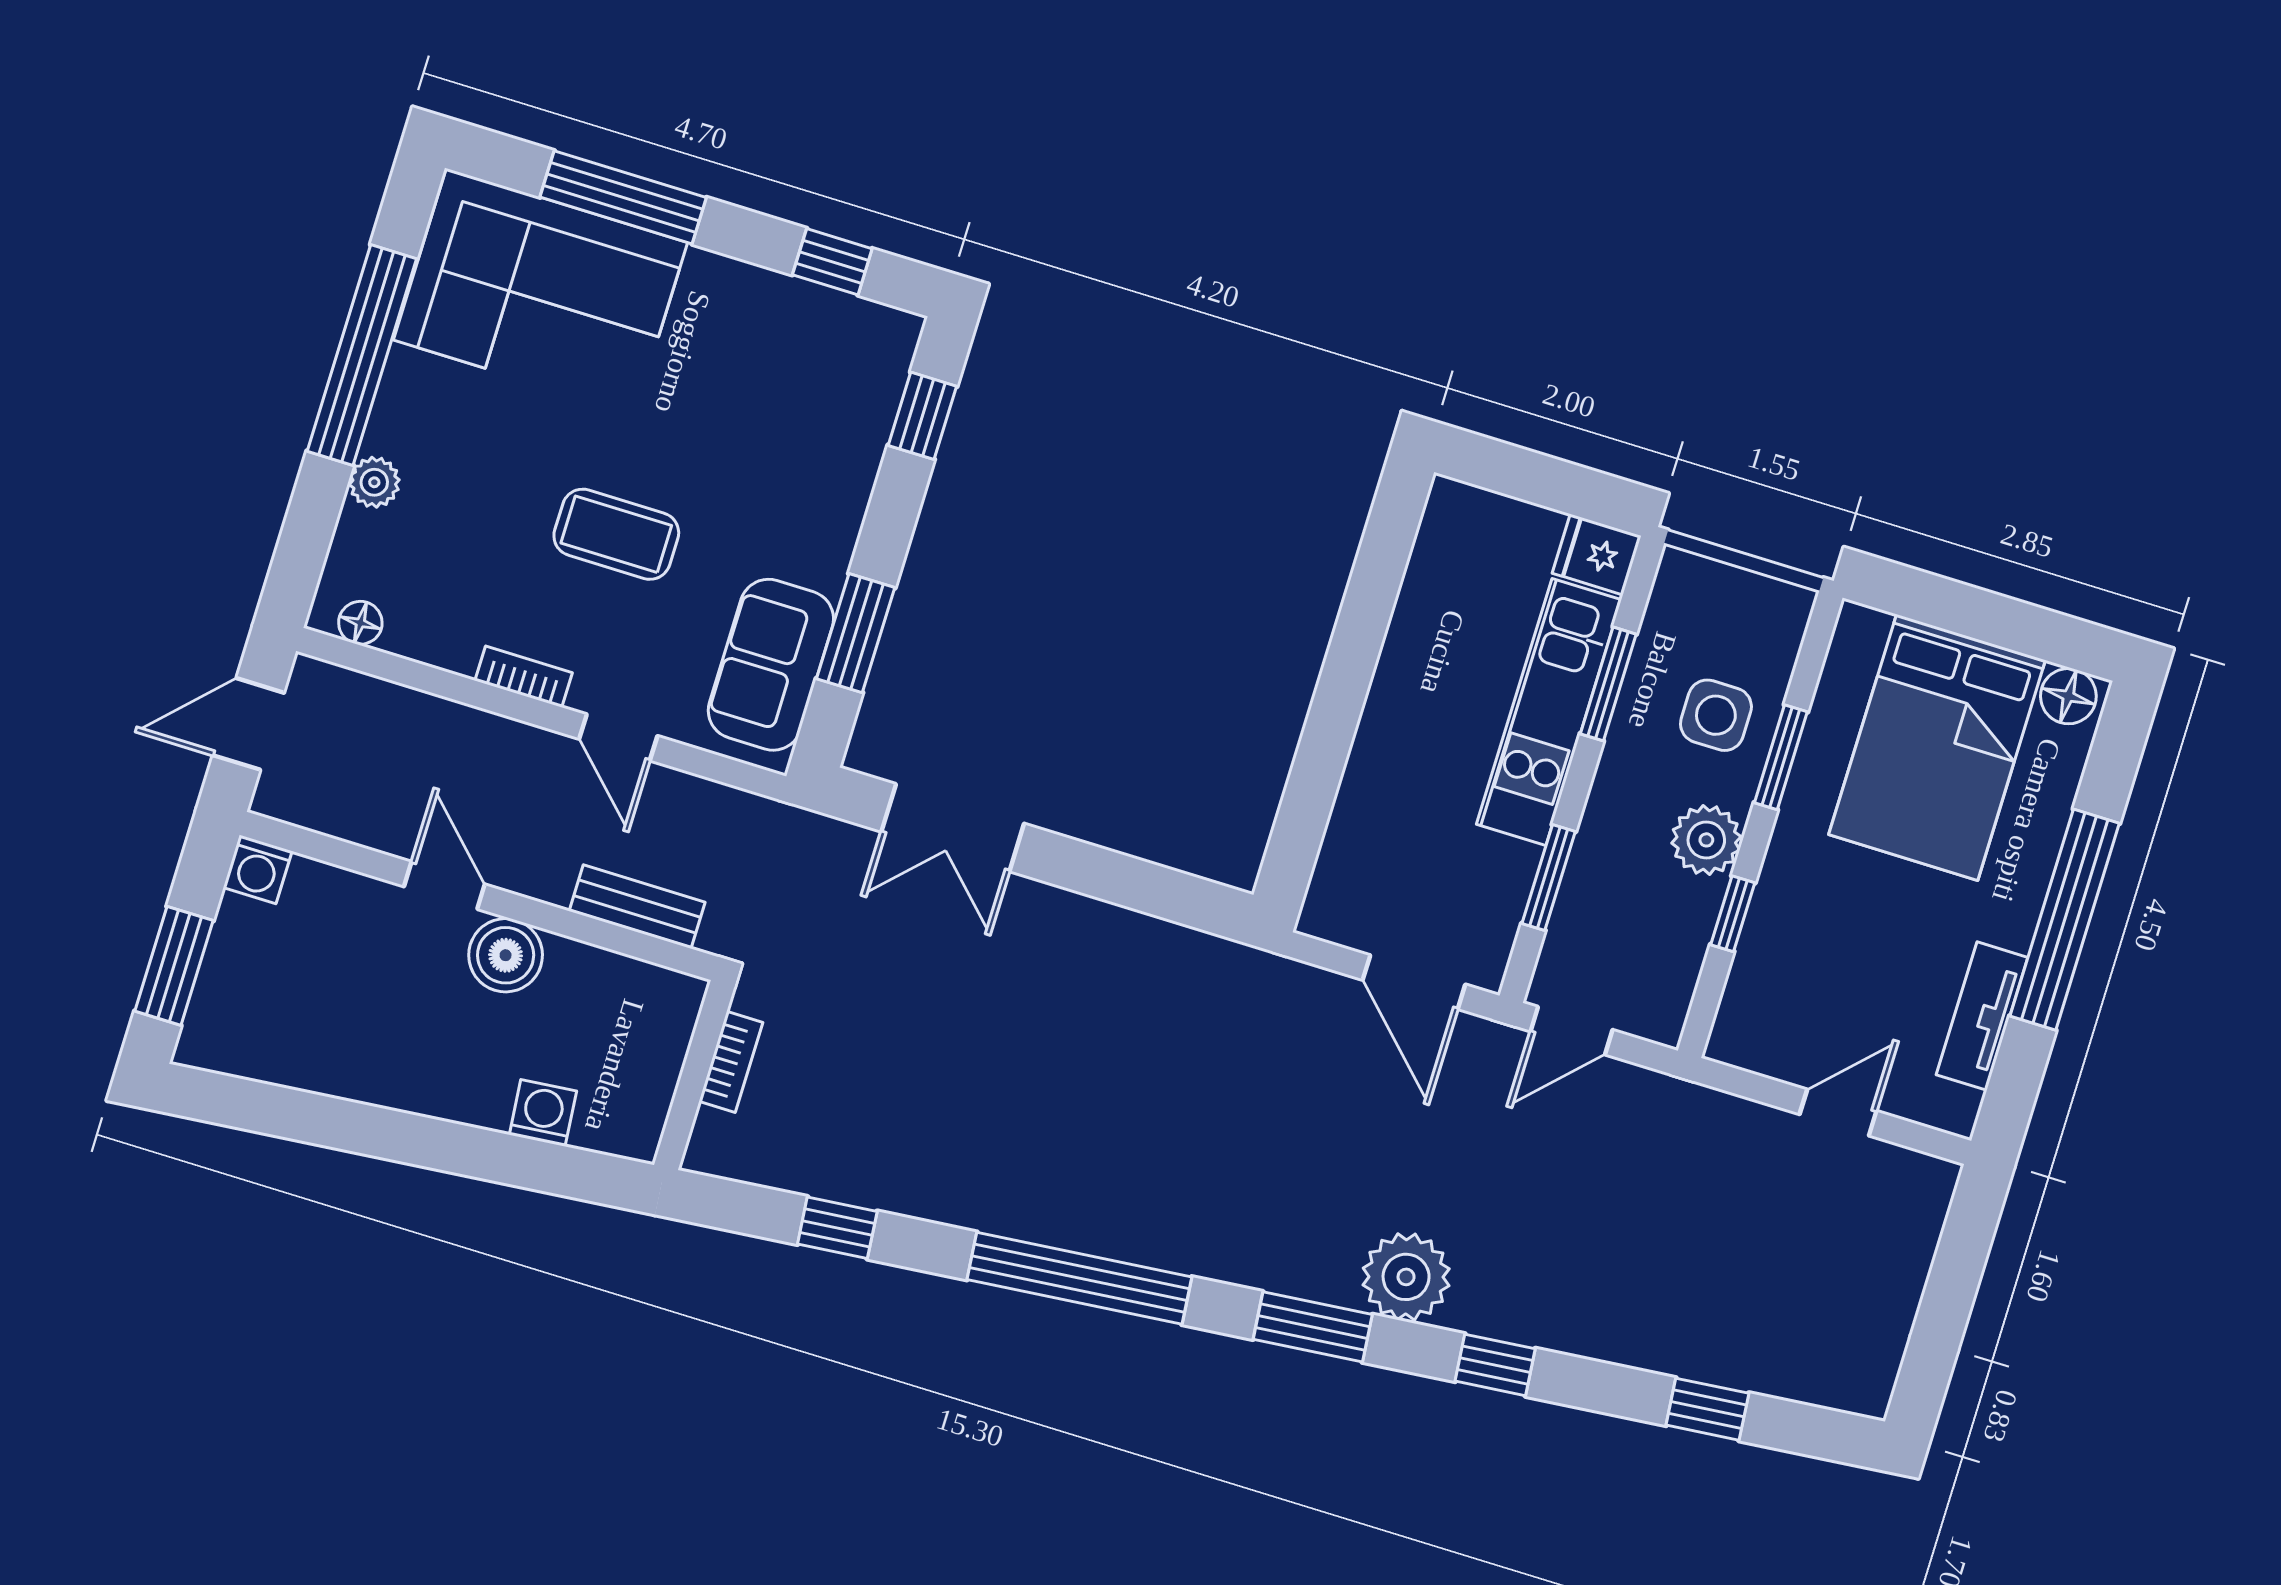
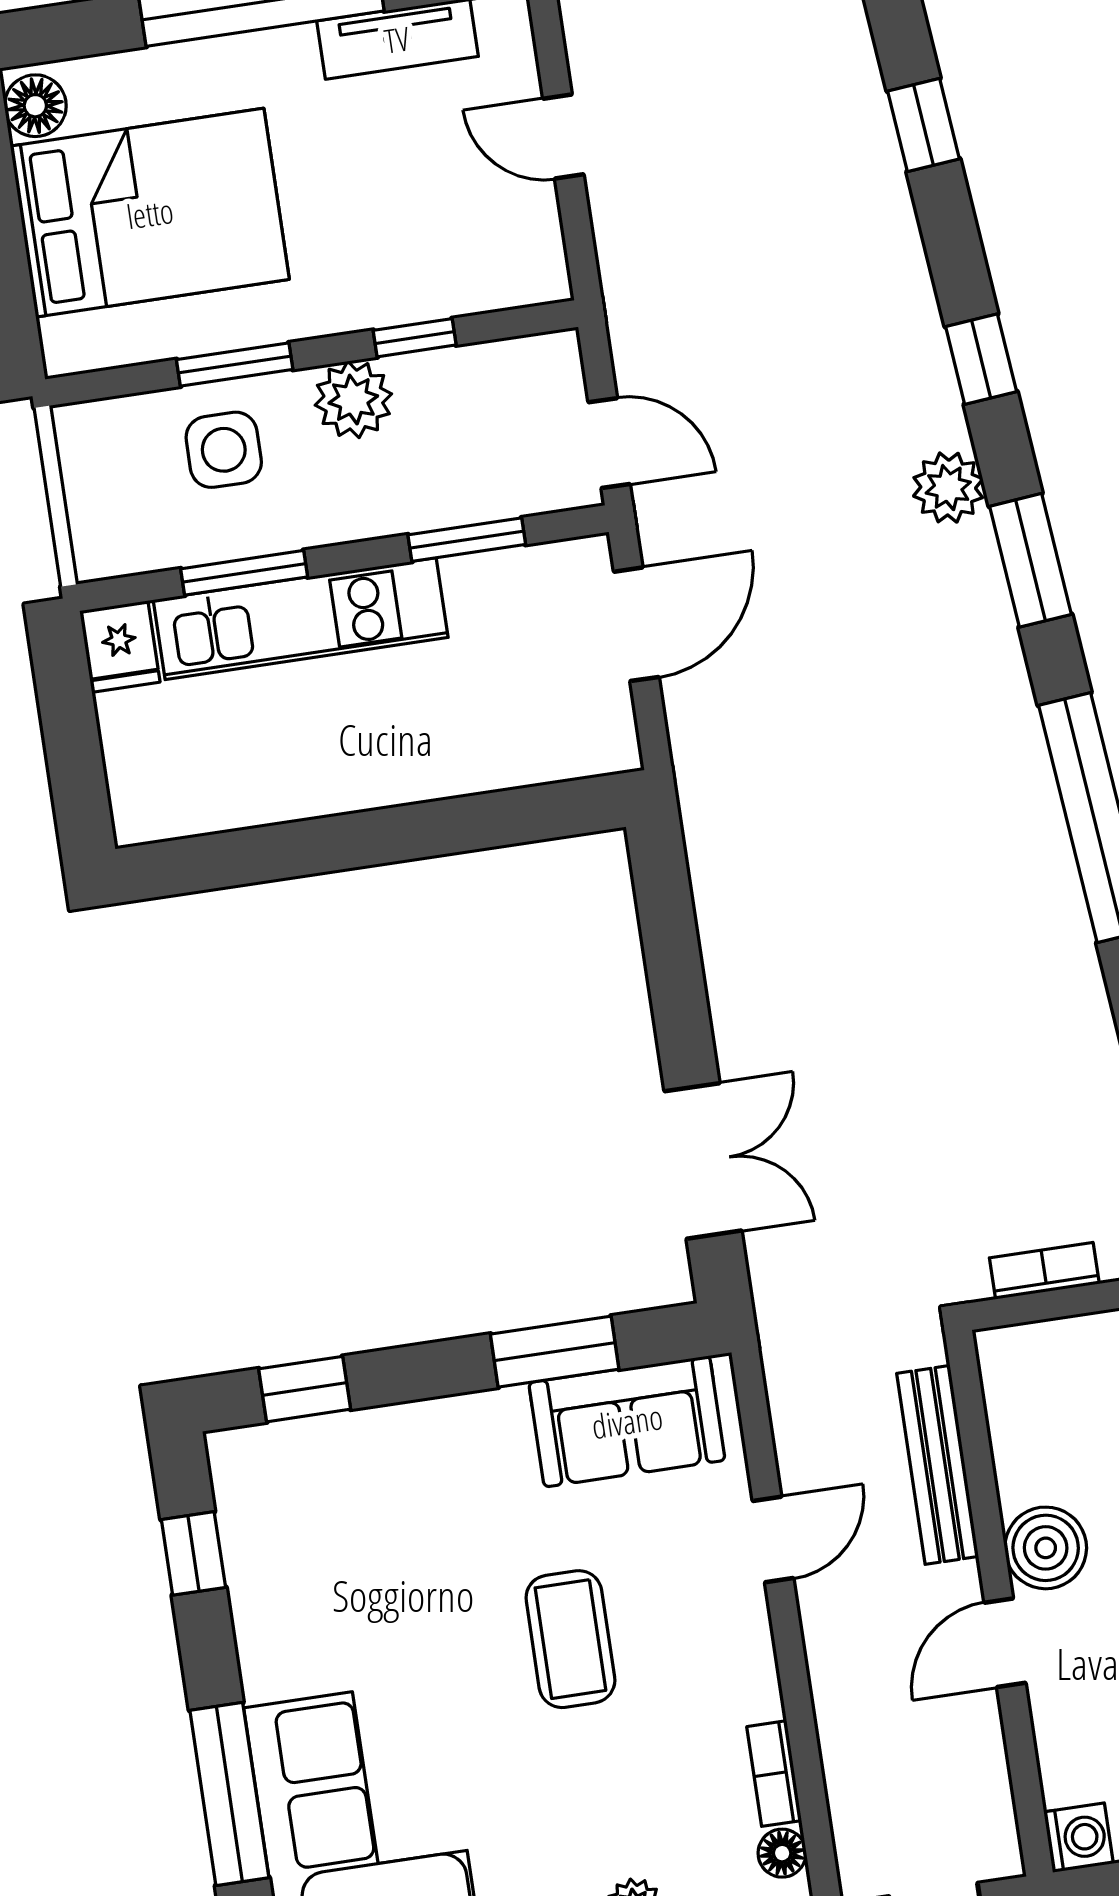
bookcase: (524, 677) -> (774, 1774), moved
bench: (637, 907) -> (938, 1465), width x1.36
plant: (1406, 1277) -> (948, 488), width x0.73, depth x0.73

